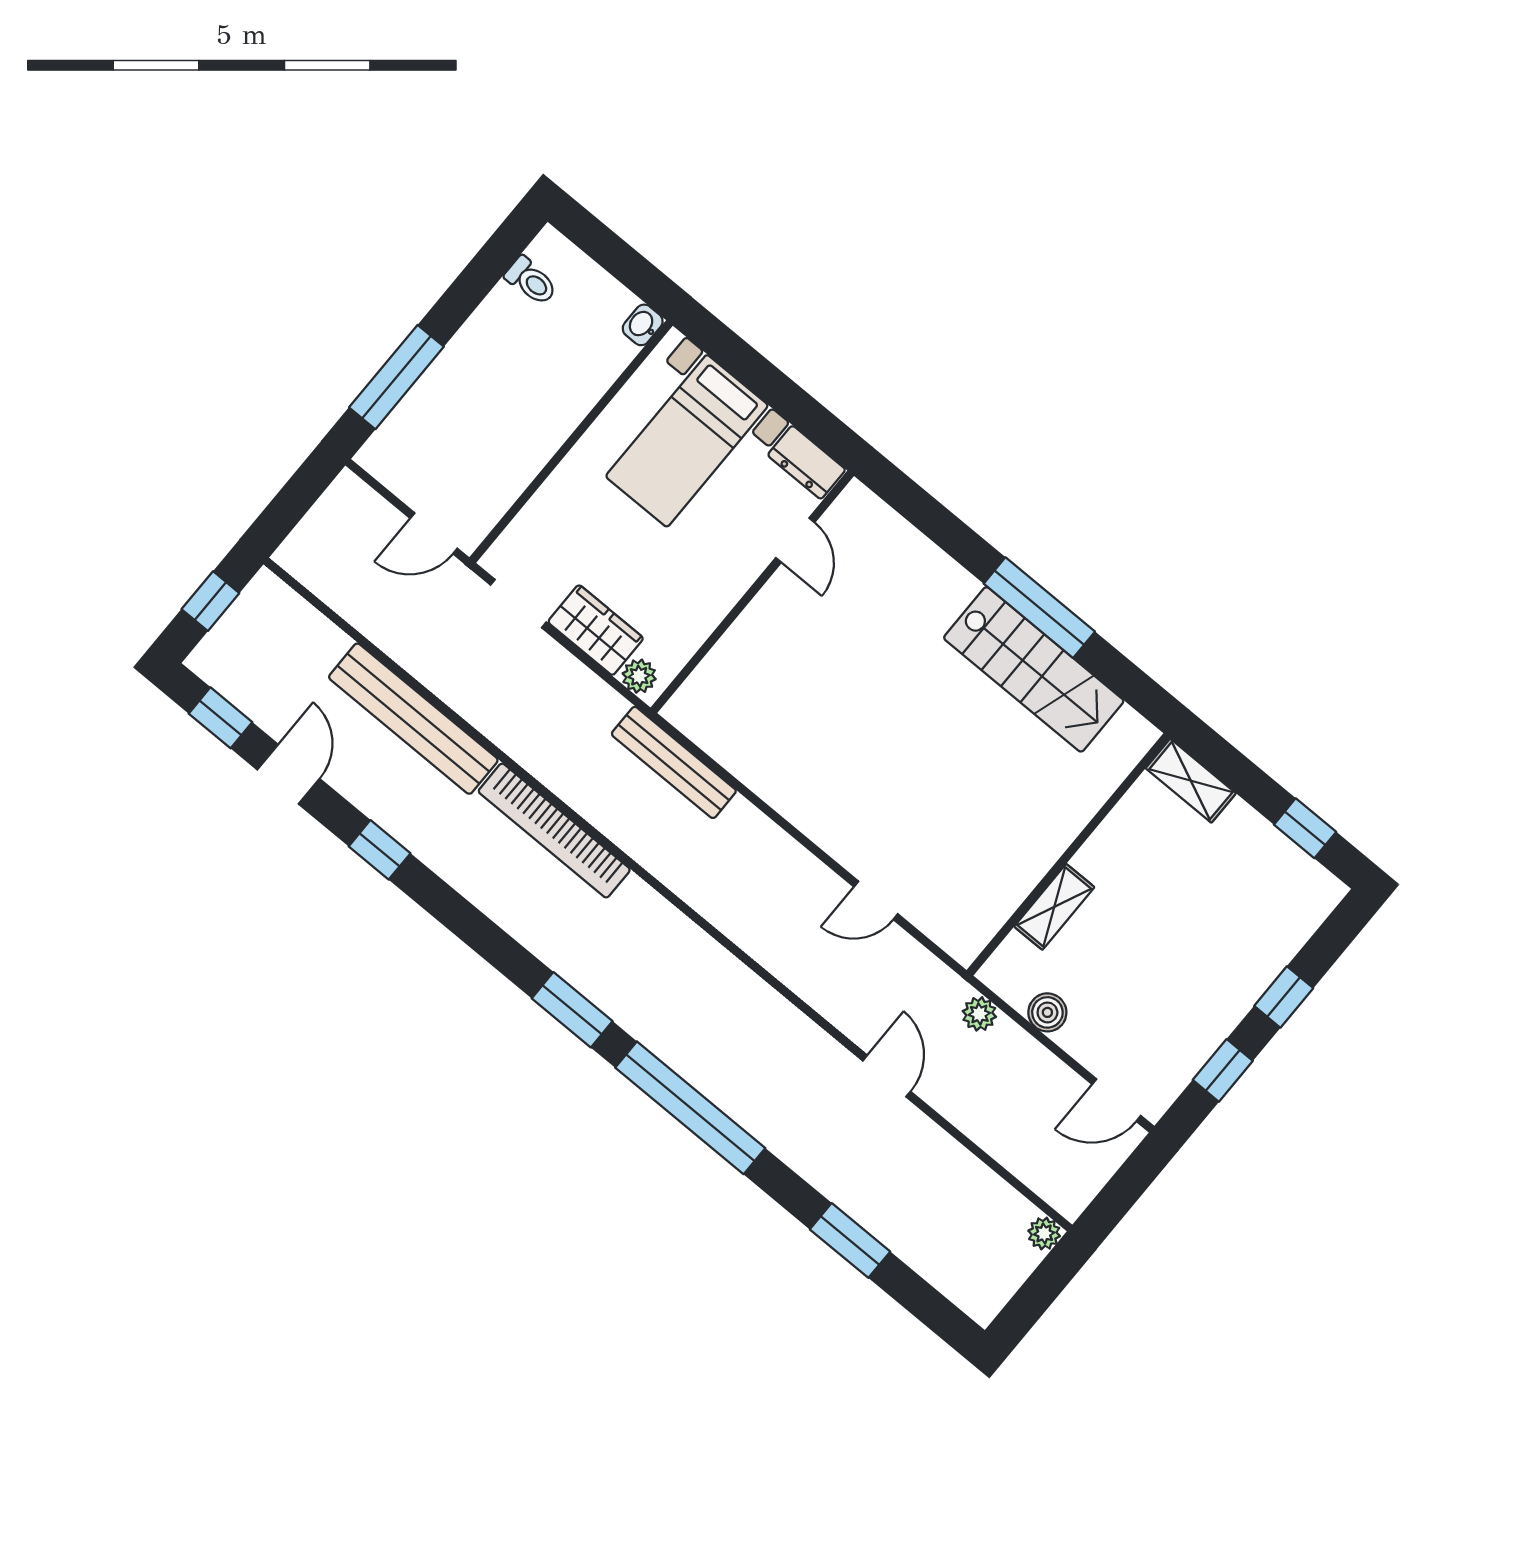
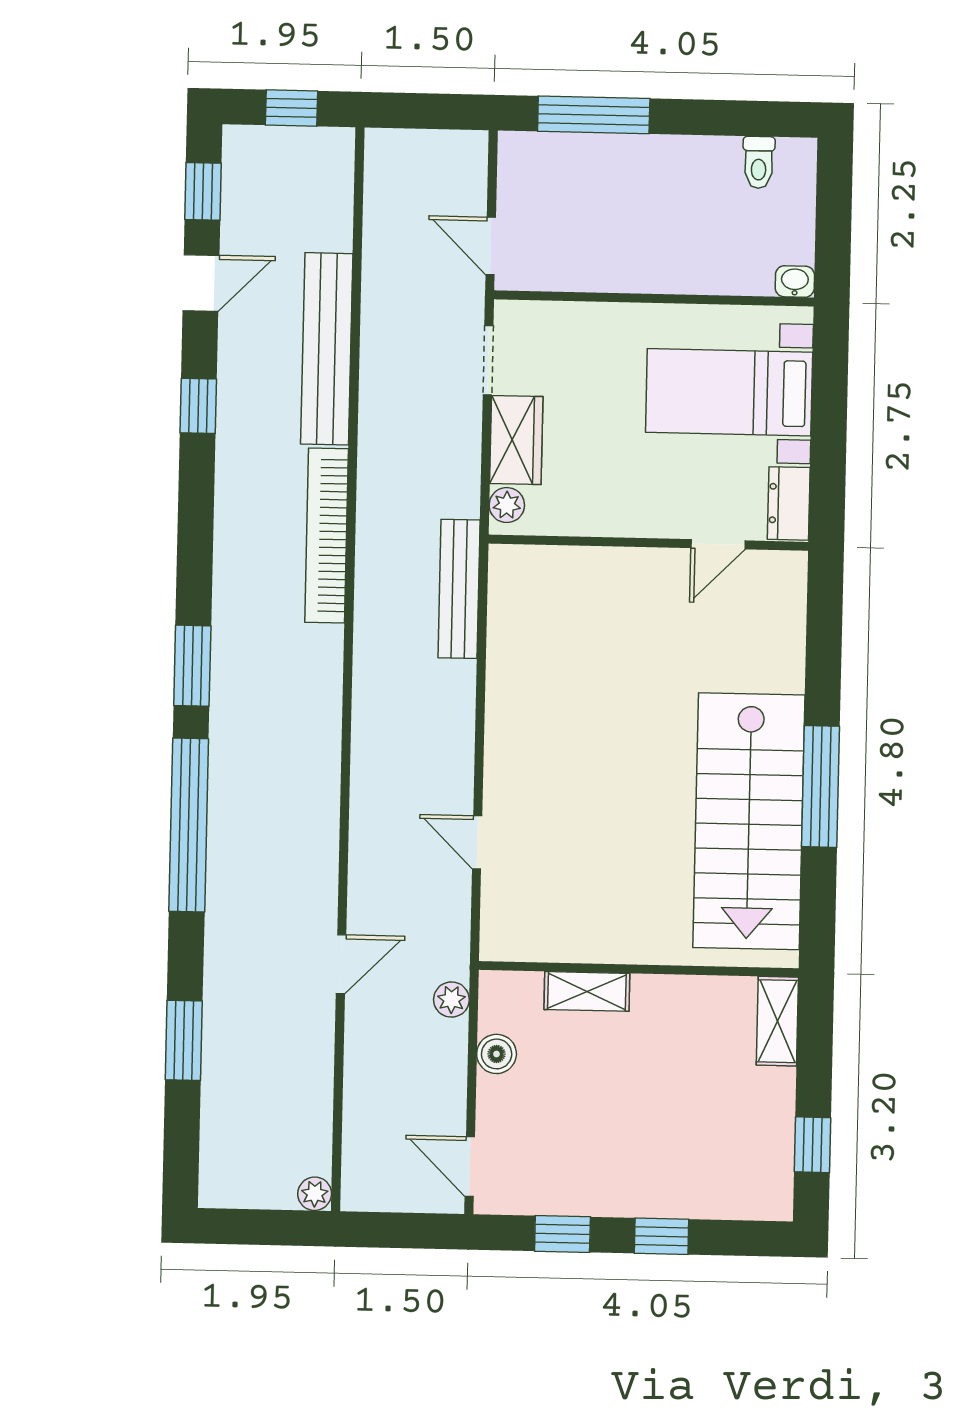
stairs: (1034, 669) -> (749, 821), width x1.36, depth x1.51

